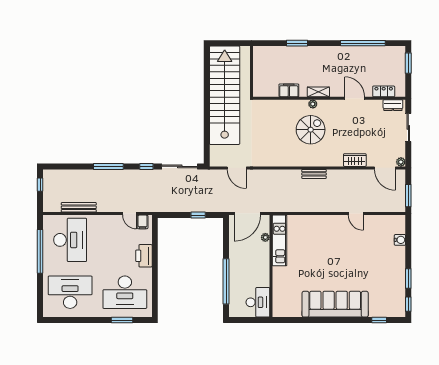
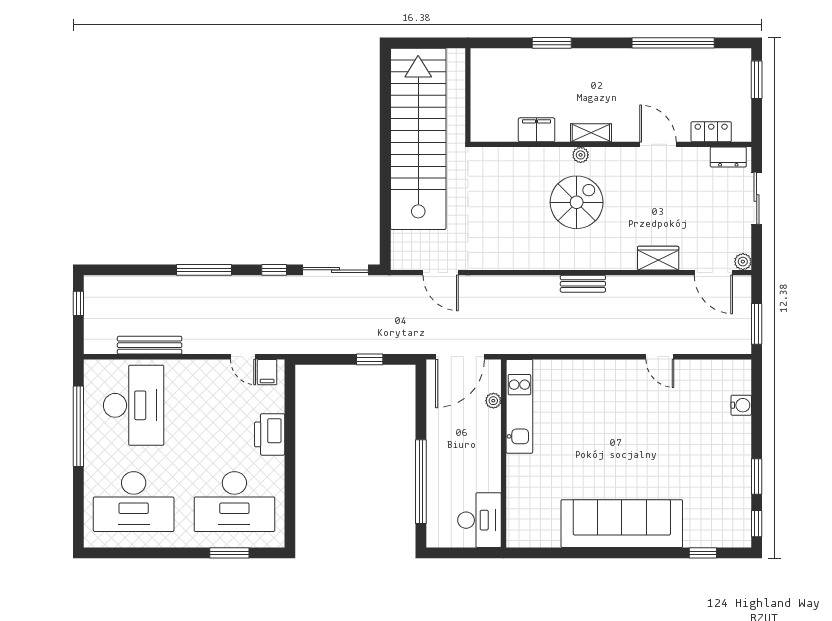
desk: (70, 292) -> (134, 502), turned 180

